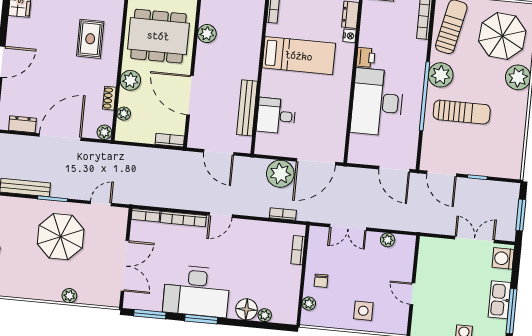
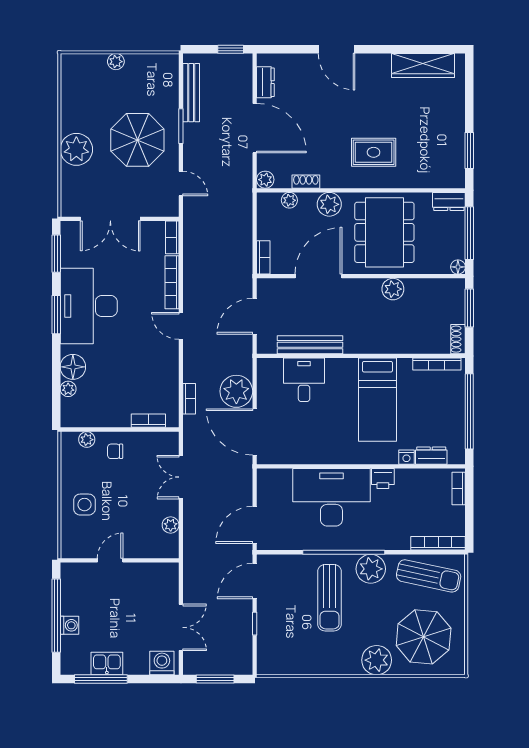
plant: (69, 296) -> (76, 149), width x1.88, depth x1.88
kitchen sink: (499, 300) -> (107, 663), width x0.73

